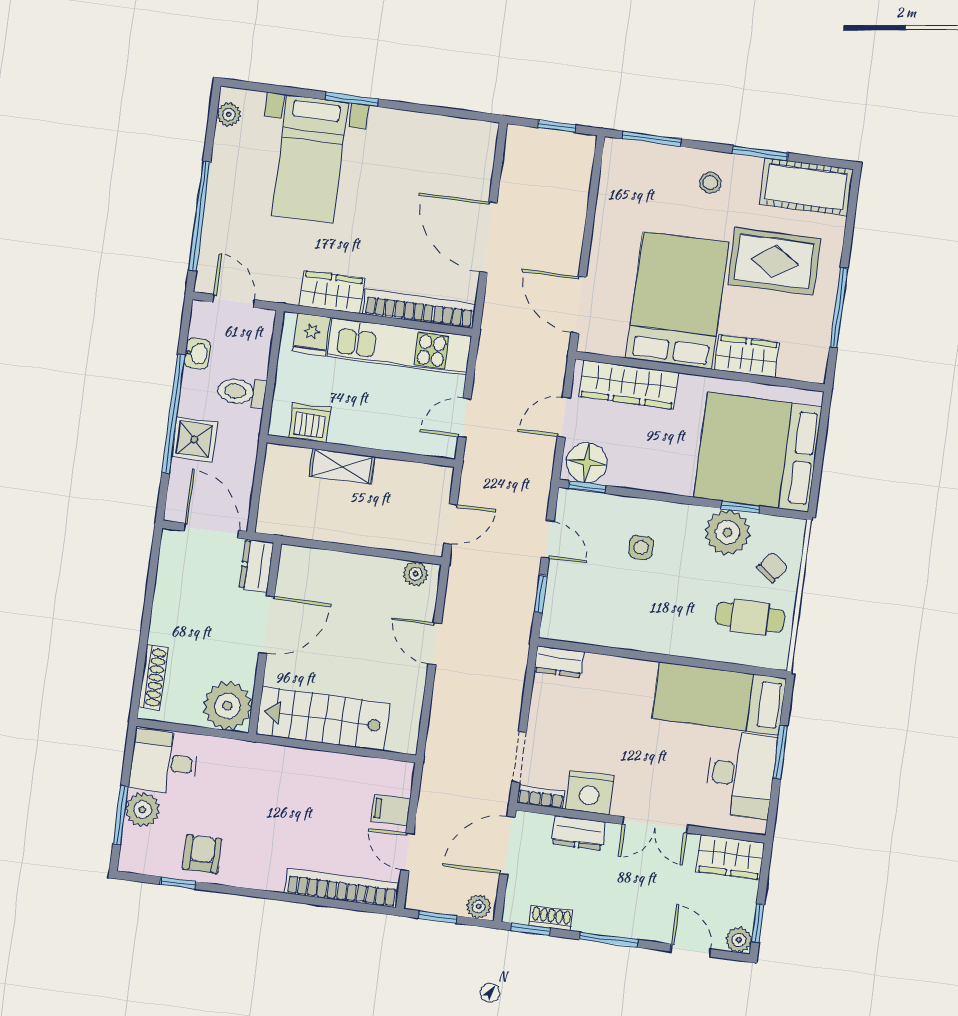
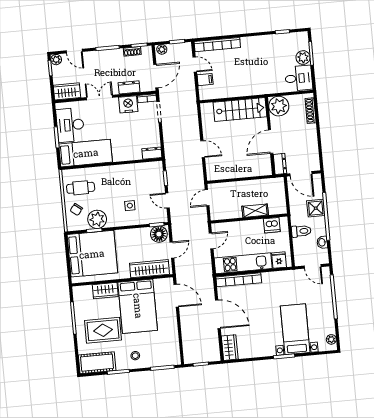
wardrobe: (332, 292) -> (230, 348), moved, turned -90
plant: (416, 574) -> (216, 175), removed
armchair: (202, 854) -> (275, 45), removed

